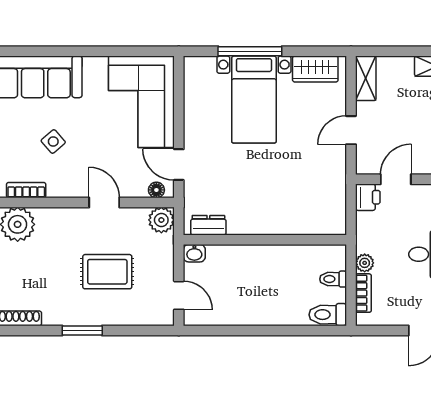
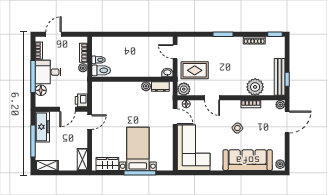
door: (351, 130) -> (90, 122), moved
plant: (237, 226) -> (146, 86), added
rug: (107, 272) -> (195, 70), moved
toilet: (328, 315) -> (101, 70), moved

